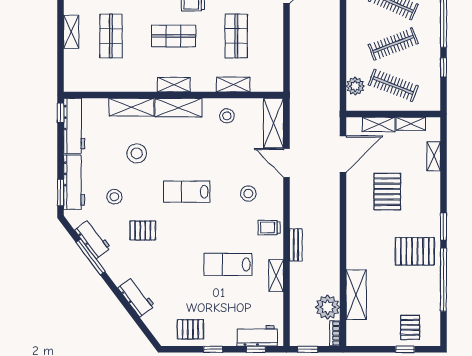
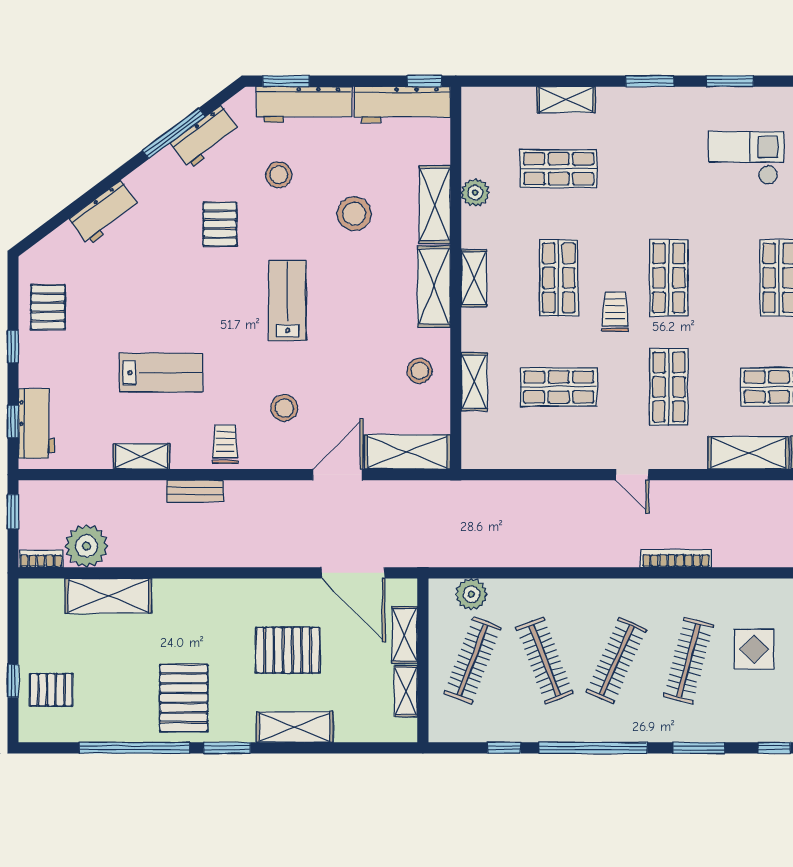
plant: (125, 84) -> (475, 193), added
shelving: (434, 156) -> (295, 727), moved, width x1.50, depth x1.33
lab bench: (228, 264) -> (161, 373), turned 90

